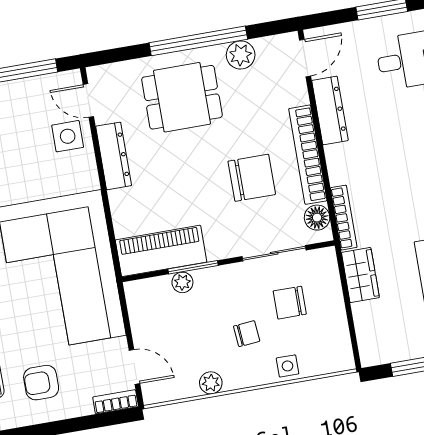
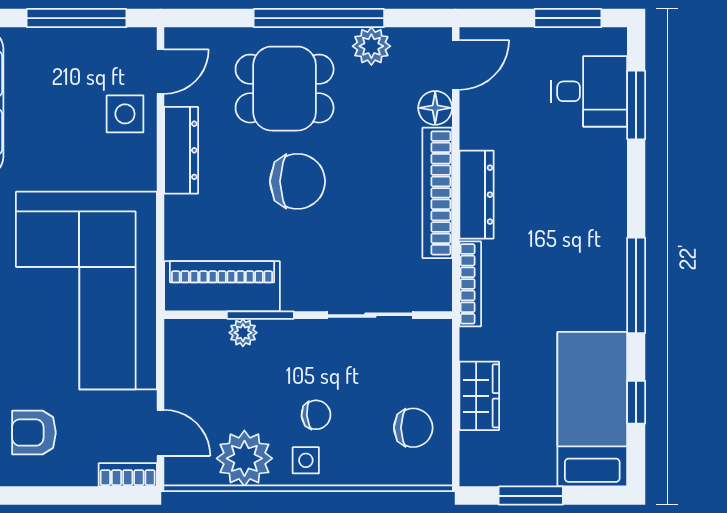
door: (88, 101) -> (160, 72), swing flipped
dresser: (330, 110) -> (477, 195), moved
chair: (252, 178) -> (297, 181), moved
floor lamp: (317, 218) -> (435, 108), moved
wardrobe: (360, 275) -> (479, 396), moved
chair: (290, 303) -> (413, 428), moved, turned 180
side table: (287, 366) -> (306, 460), moved
plant: (211, 383) -> (244, 458), width x1.87, depth x1.87

